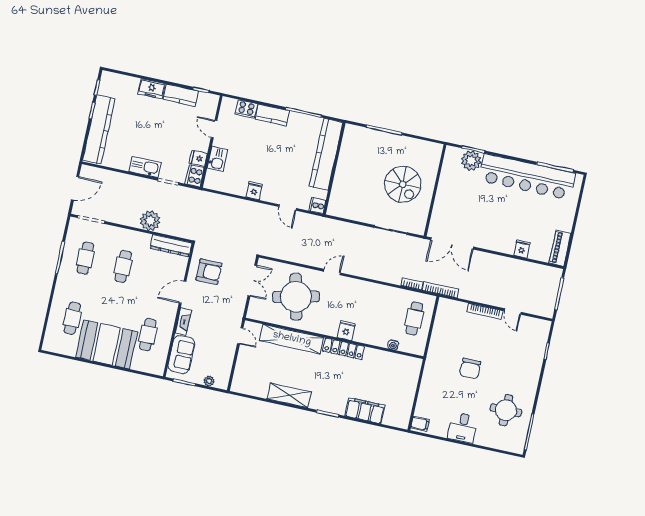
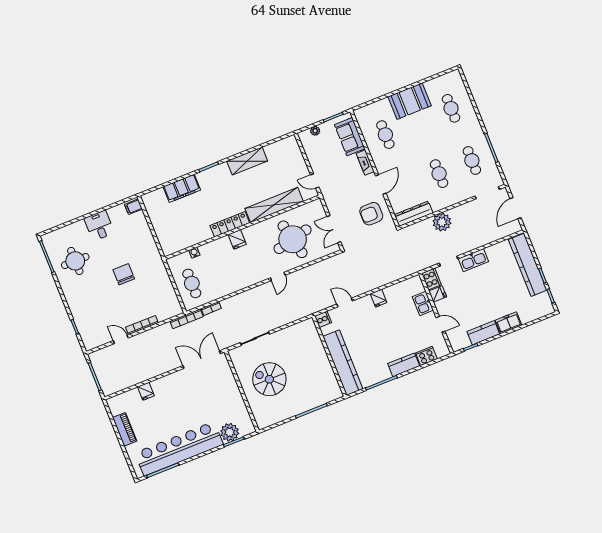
piano: (560, 248) -> (125, 429), moved
booth: (107, 344) -> (410, 101), width x0.73, depth x0.70

